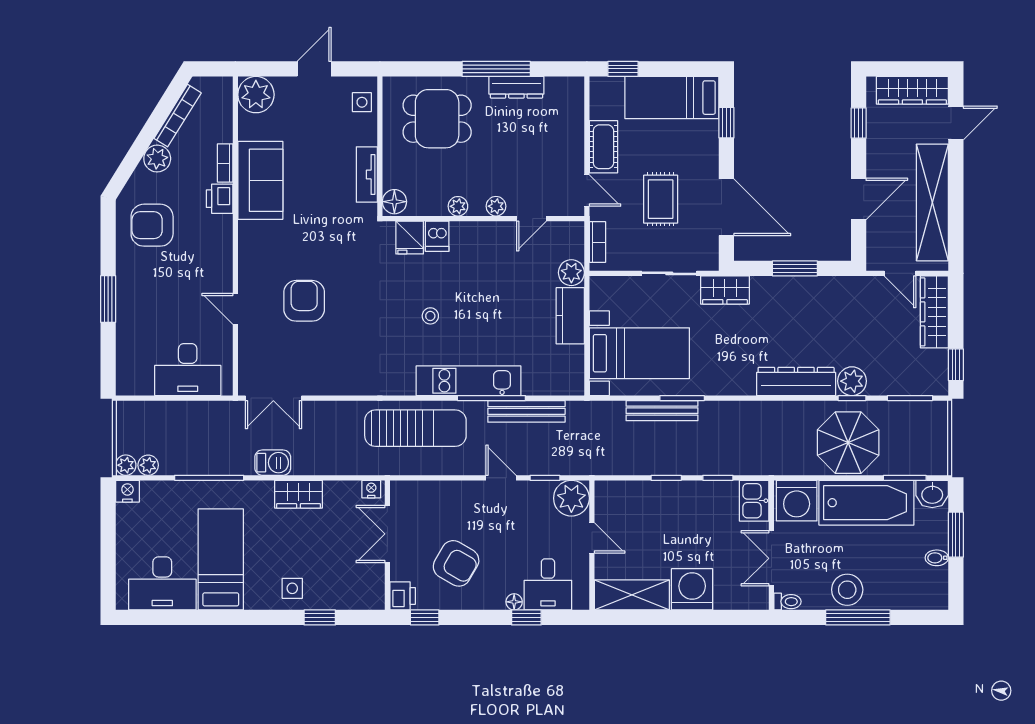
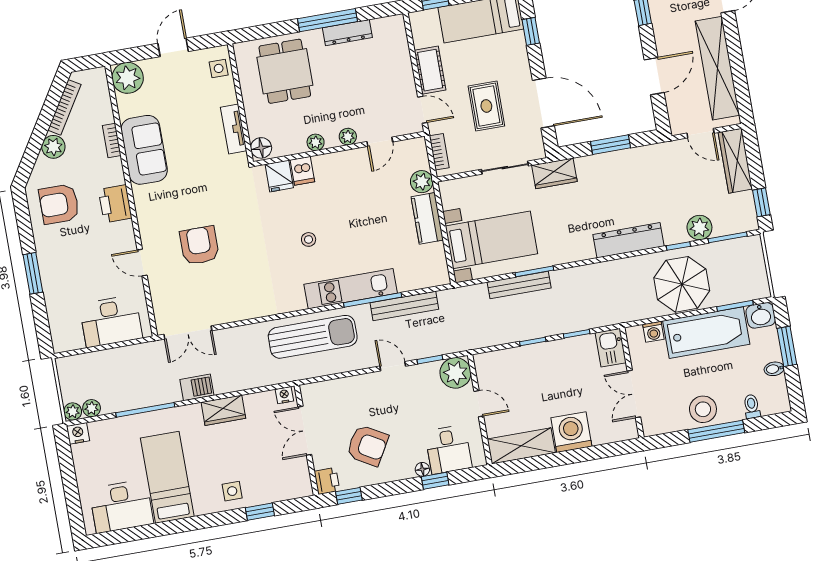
dining table: (437, 119) -> (285, 71), turned 90
printer: (220, 199) -> (115, 204), moved, width x1.36, depth x1.24
plant: (852, 381) -> (699, 228), moved
washing machine: (797, 501) -> (653, 332), width x0.53, depth x0.53
toilet: (787, 602) -> (752, 406), moved, turned -90

